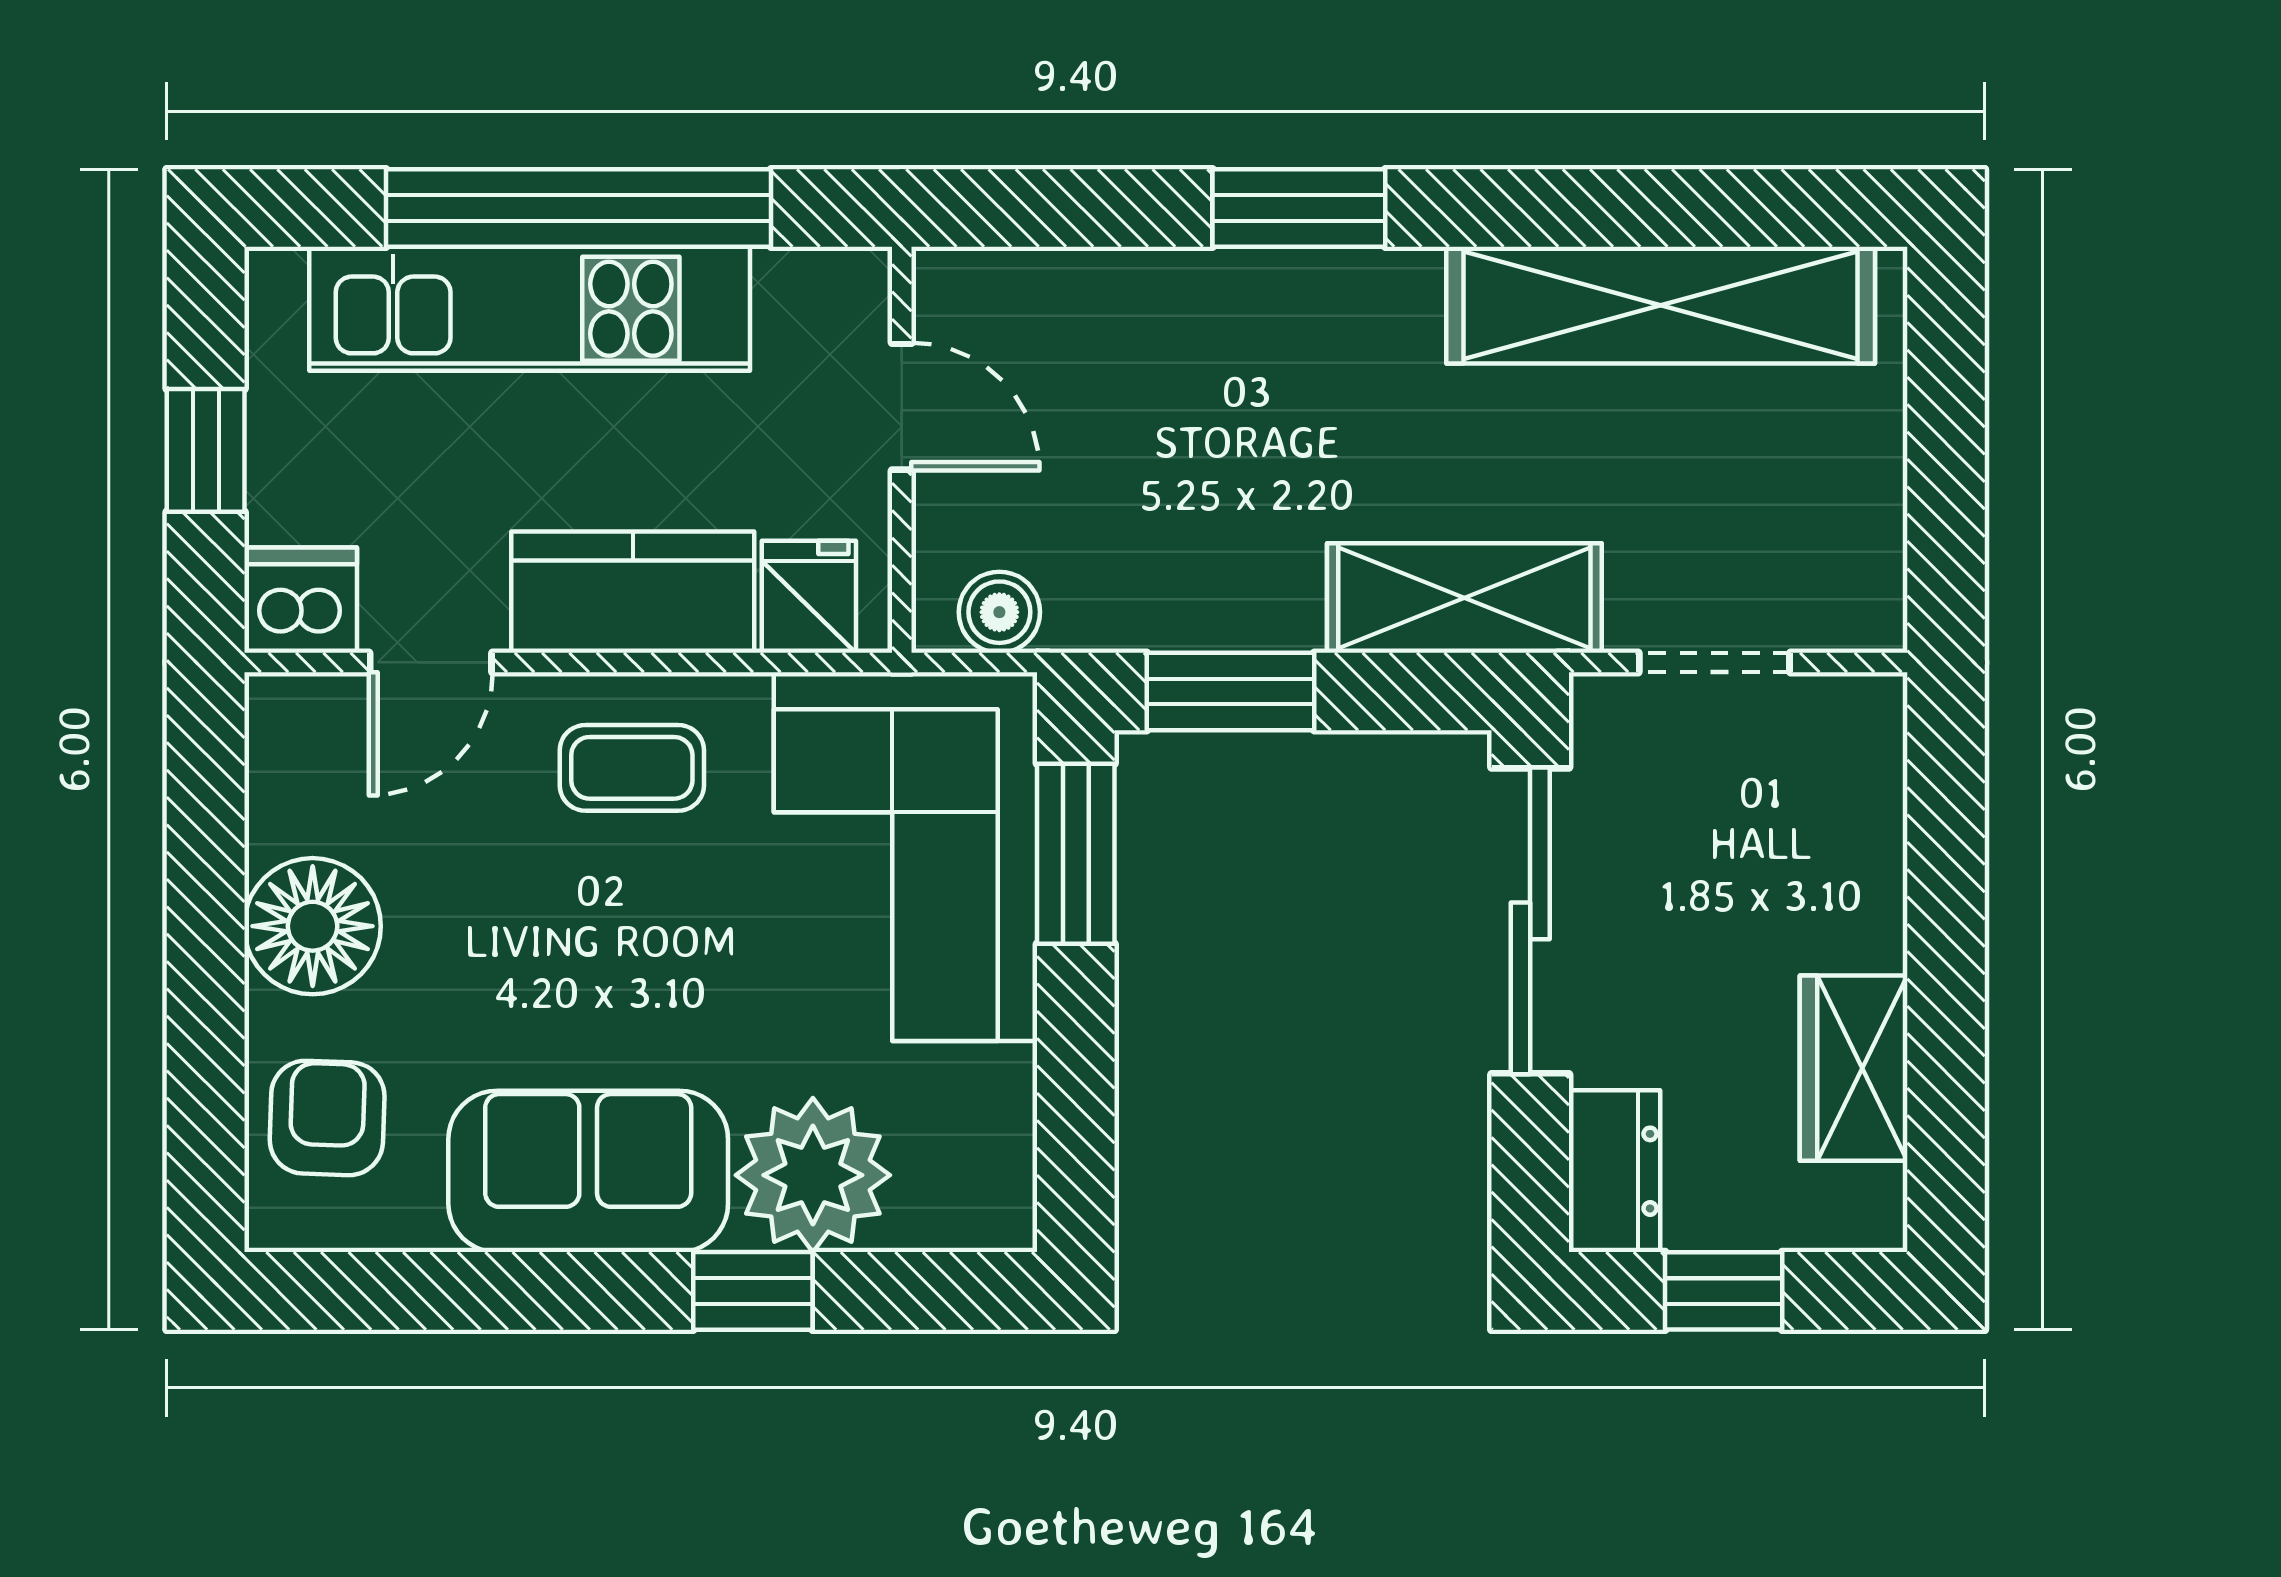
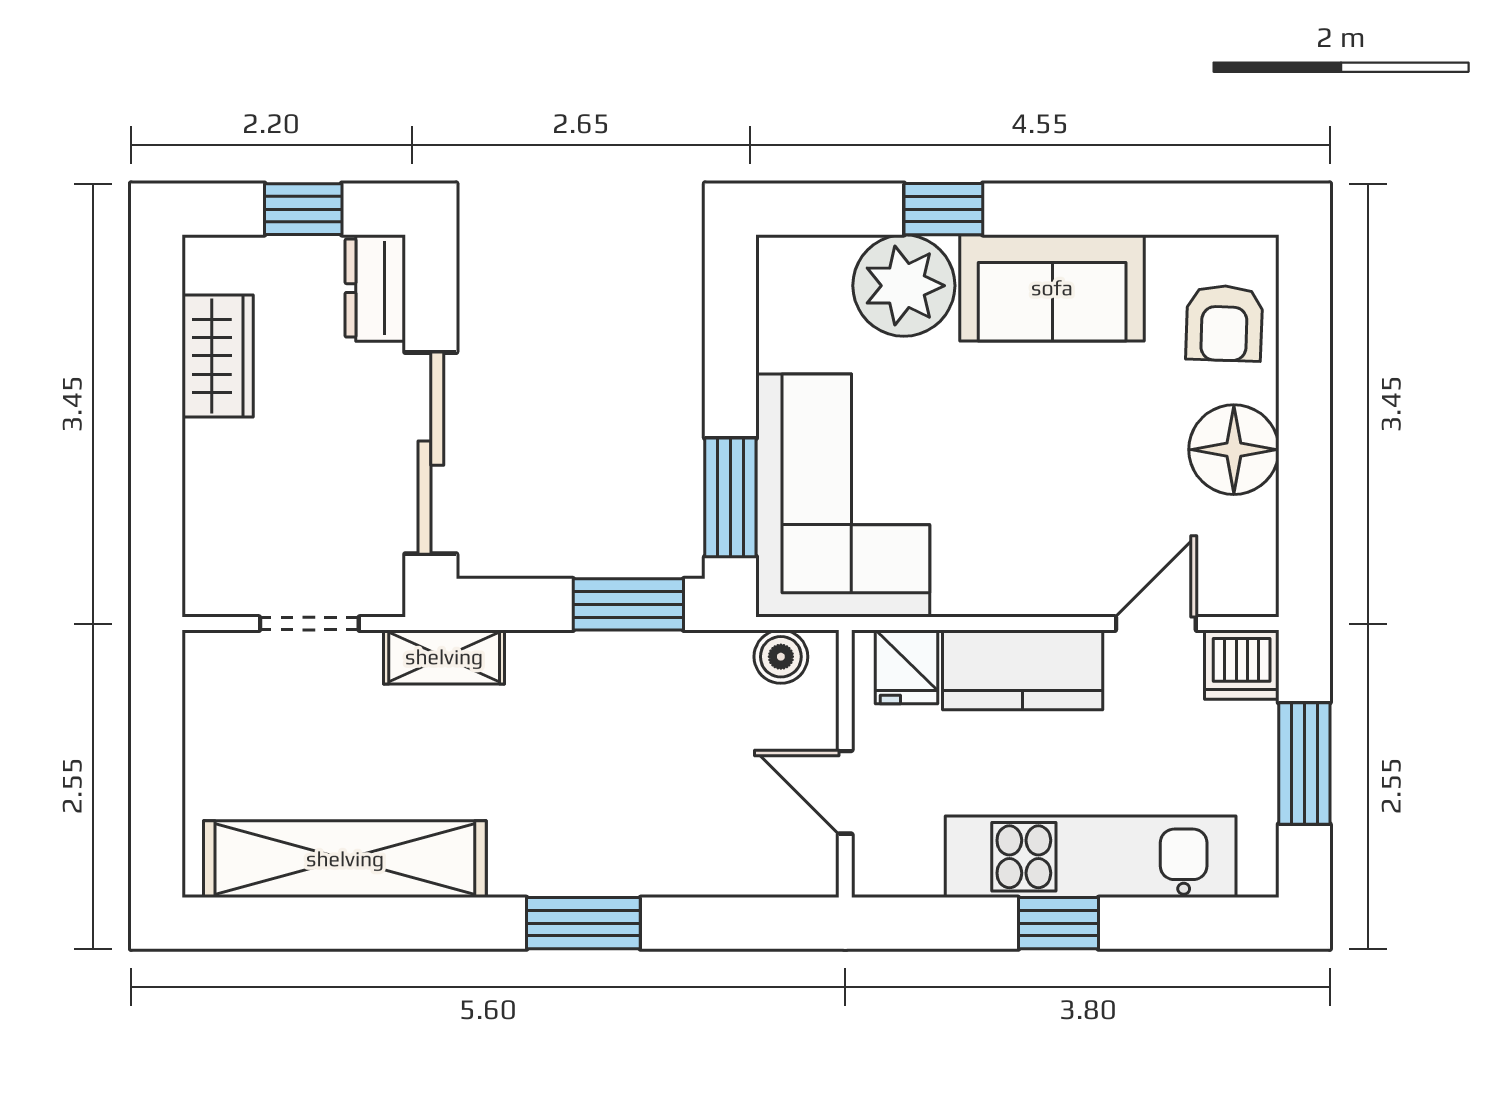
window: (579, 208) -> (1058, 923), width x0.32
window: (206, 450) -> (1304, 763), width x1.50
shelving: (1464, 598) -> (444, 657), width x0.67, depth x0.75
coffee table: (632, 768) -> (1023, 554), removed

